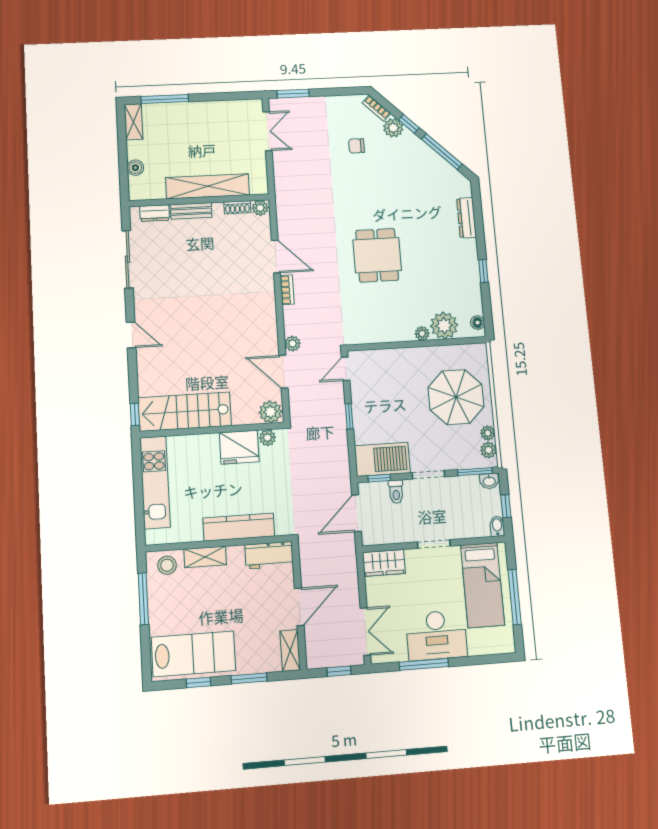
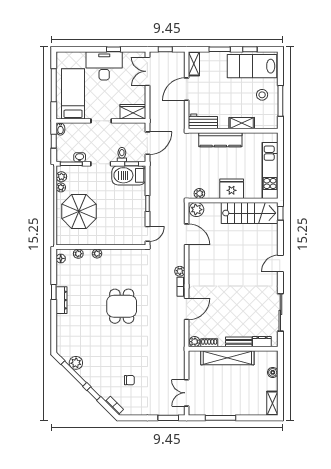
window: (165, 99) -> (221, 418), moved
plant: (393, 128) -> (76, 363), moved
dresser: (467, 218) -> (62, 300), moved
door: (276, 257) -> (187, 309), swing flipped
plant: (444, 326) -> (78, 254), width x0.53, depth x0.53
door: (131, 335) -> (280, 263), hinge flipped
plant: (293, 344) -> (180, 271), moved
fridge: (239, 447) -> (232, 189), moved
washbasin: (489, 481) -> (80, 157), moved
stool: (167, 565) -> (262, 95), moved
window: (424, 664) -> (113, 49), width x0.46

